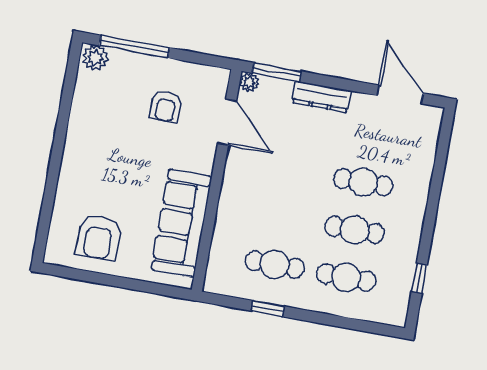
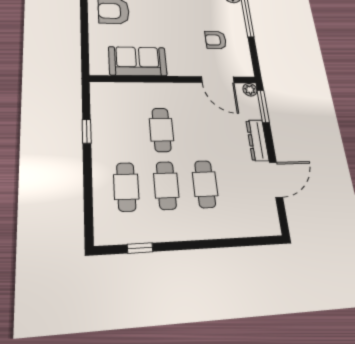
door: (400, 94) -> (276, 180), moved
door: (227, 122) -> (218, 80), hinge flipped
sofa: (182, 223) -> (138, 61), width x0.73
cafe table: (275, 264) -> (161, 130), moved

